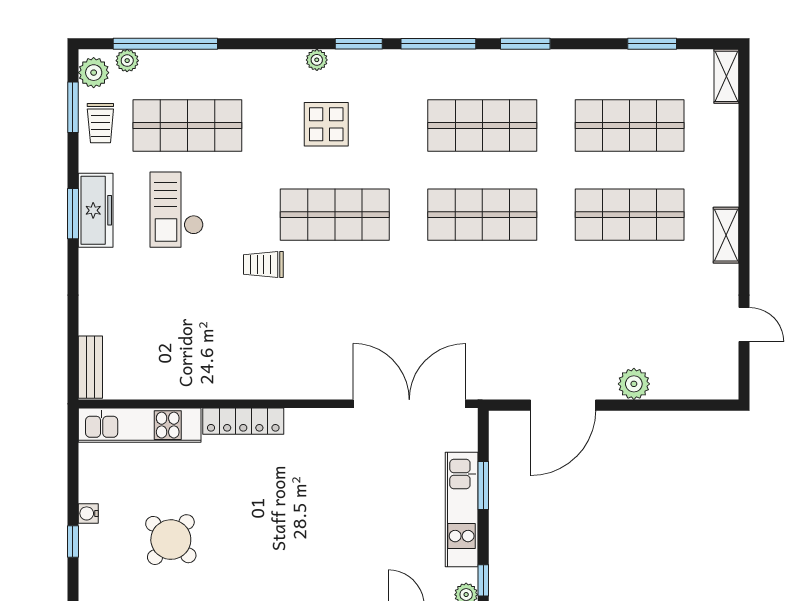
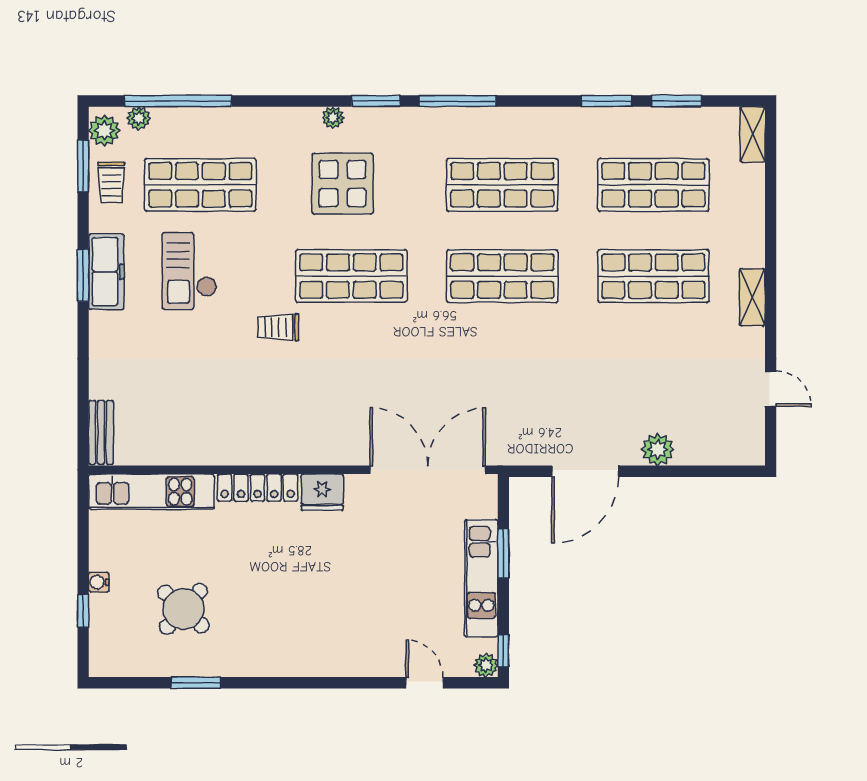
window: (525, 44) -> (607, 101), moved
display table: (326, 124) -> (343, 184), width x1.36, depth x1.36
fridge: (306, 426) -> (322, 492), added

